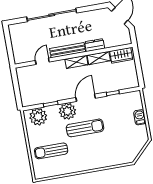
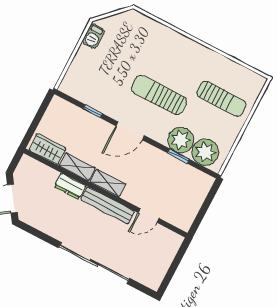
plant: (67, 111) -> (181, 140), moved
barbecue: (140, 117) -> (93, 36), moved

